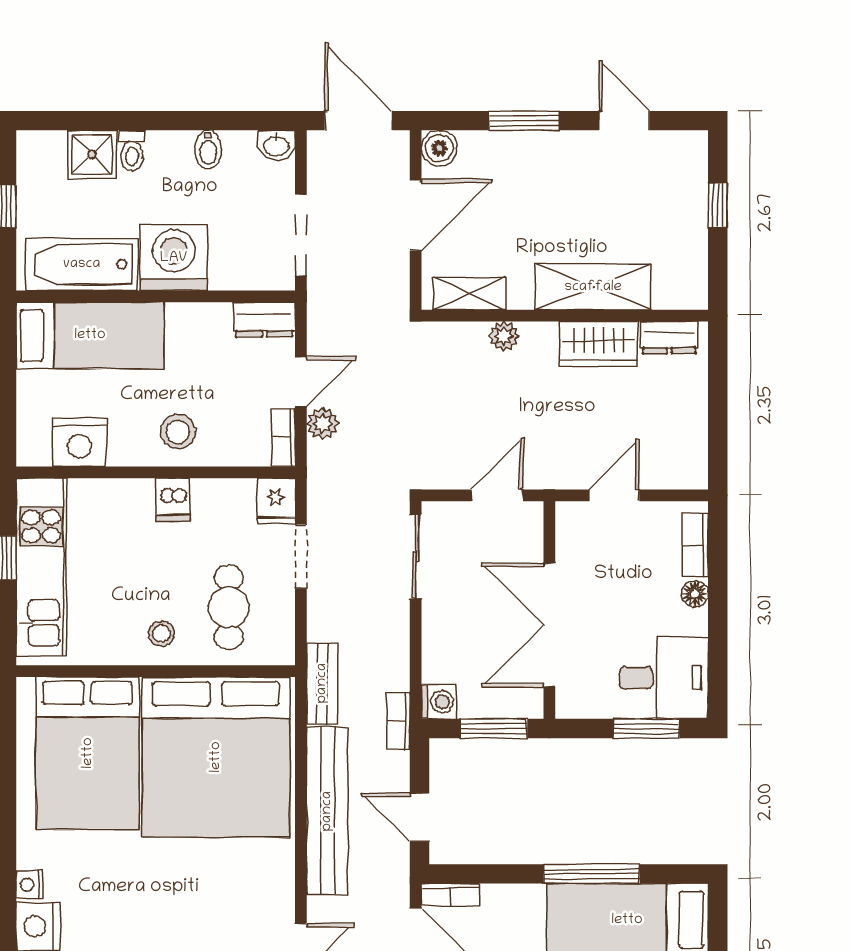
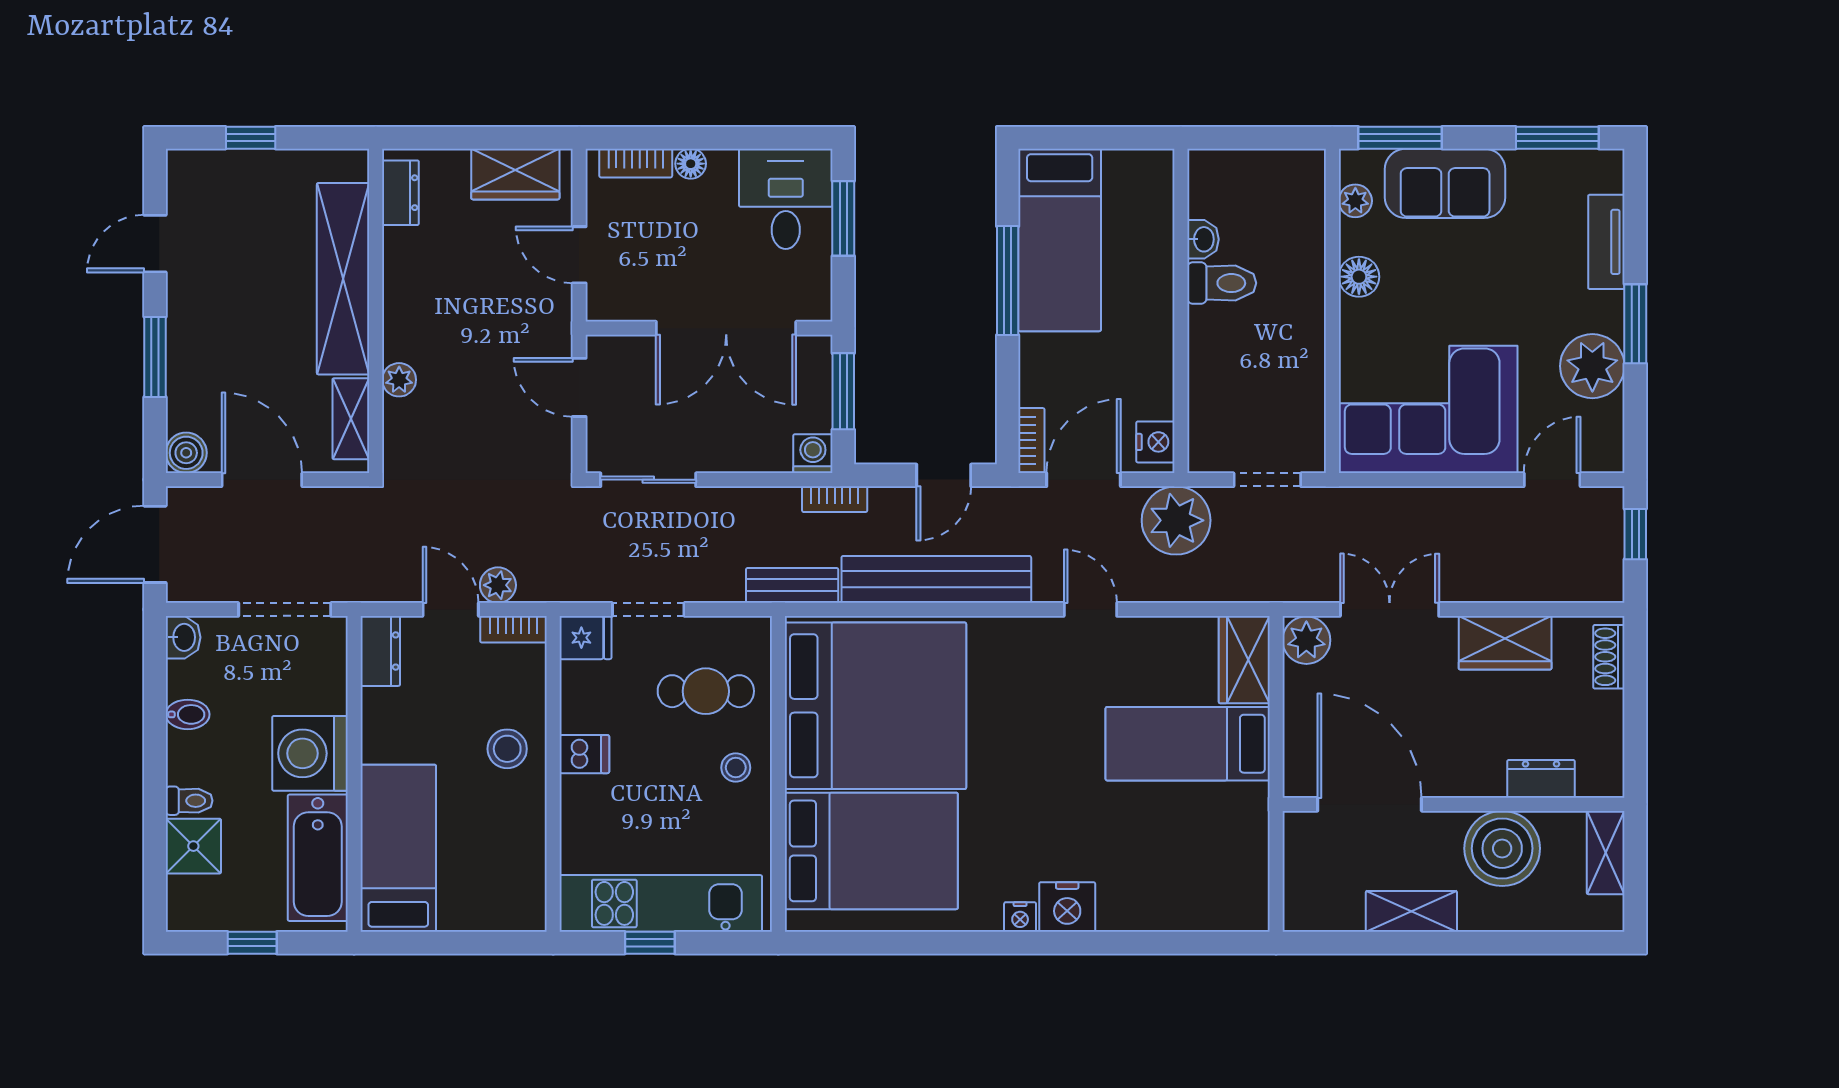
shelving: (593, 287) -> (343, 279), width x1.47
wardrobe: (599, 344) -> (515, 174), moved, turned 90
nightstand: (79, 442) -> (519, 860), removed

